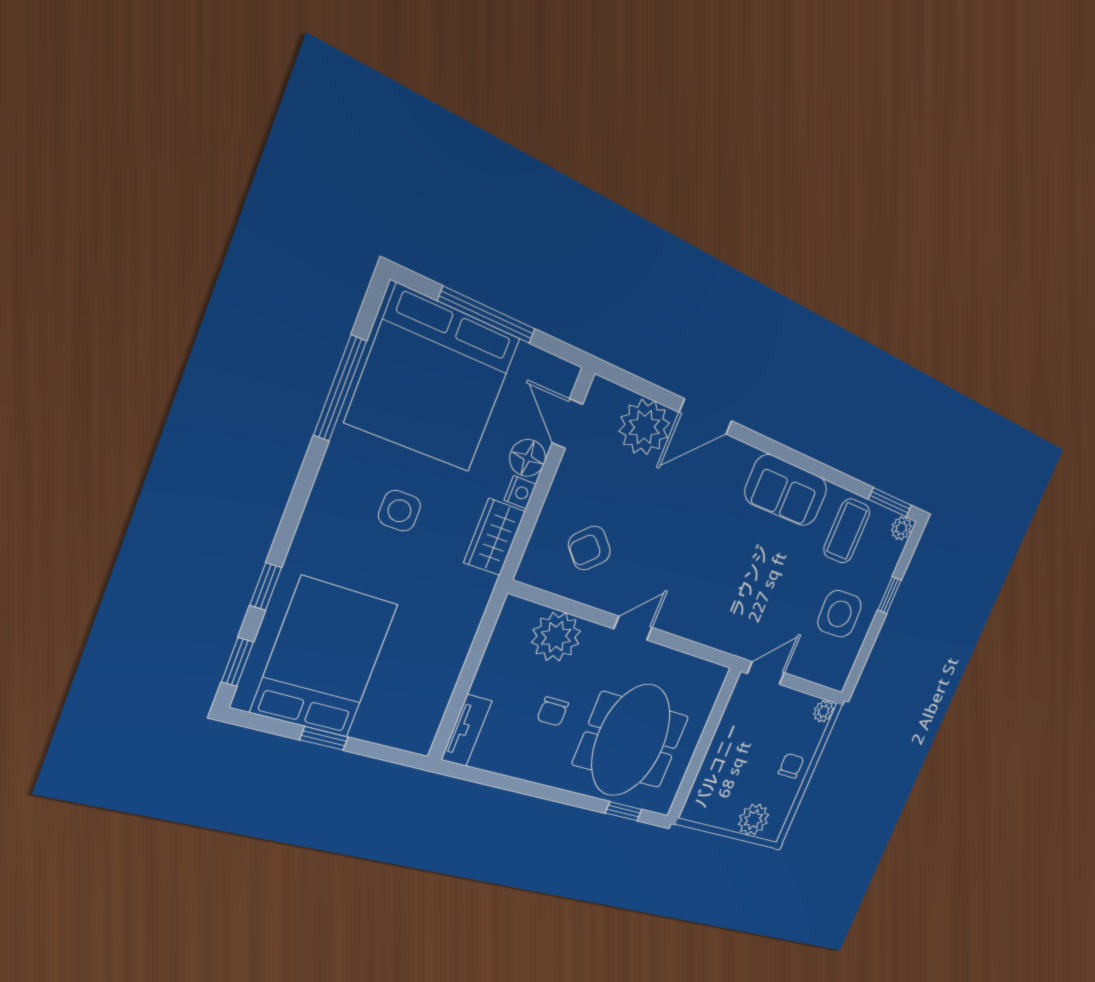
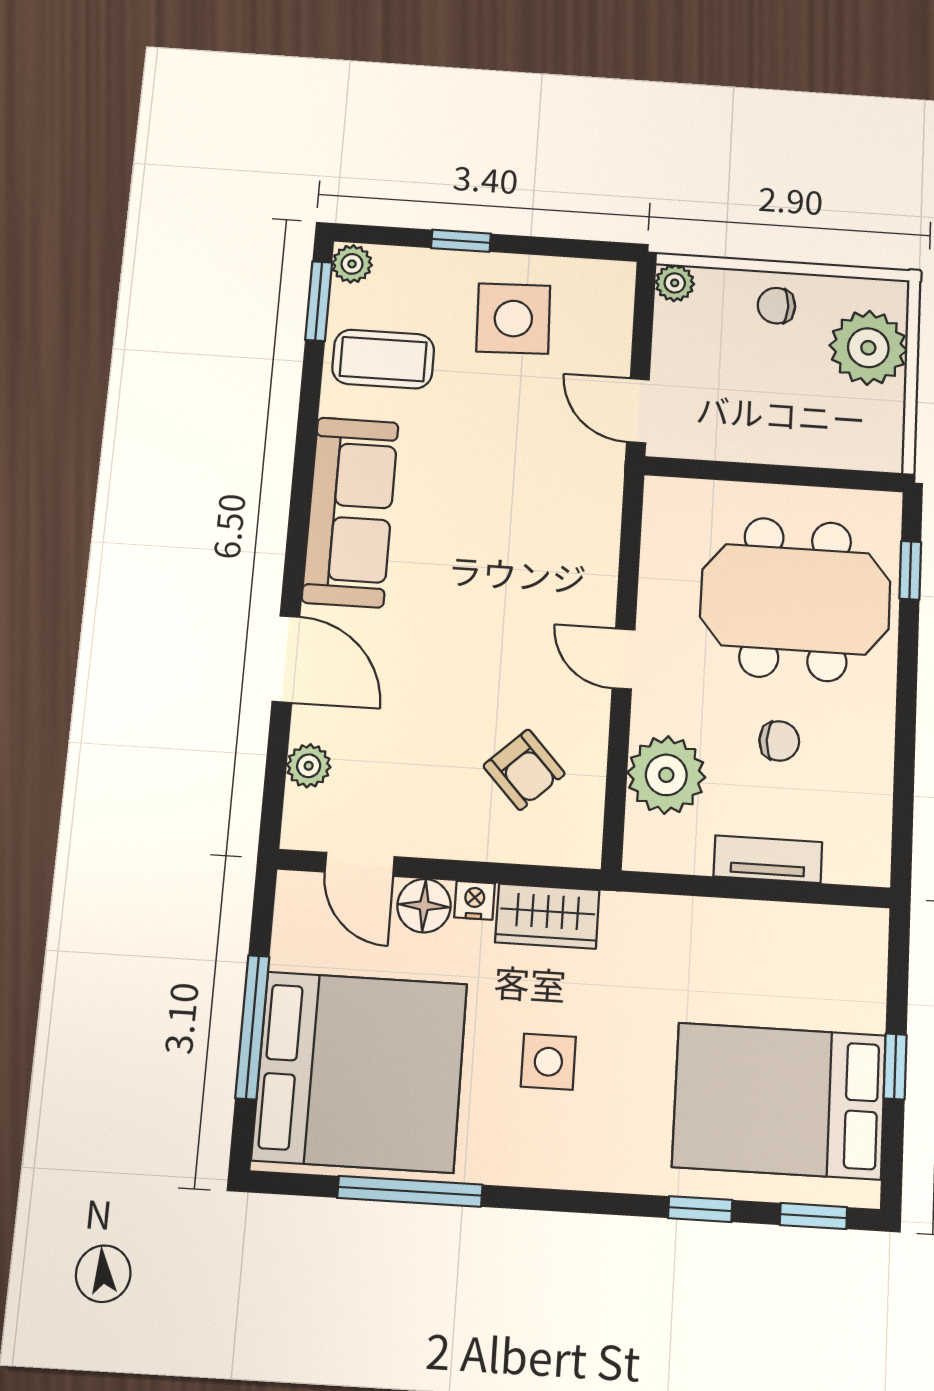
door: (567, 424) -> (360, 864), hinge flipped
plant: (644, 427) -> (309, 766), width x0.53, depth x0.53
sofa: (786, 490) -> (350, 512), width x1.36
tv unit: (467, 730) -> (768, 859), moved
plant: (753, 820) -> (868, 348), width x1.36, depth x1.36

